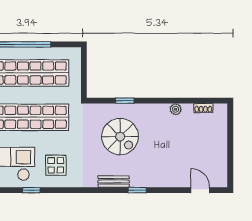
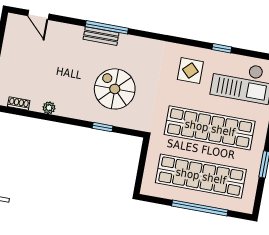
bench: (114, 181) -> (101, 36), moved
window: (137, 190) -> (107, 27), width x2.17

